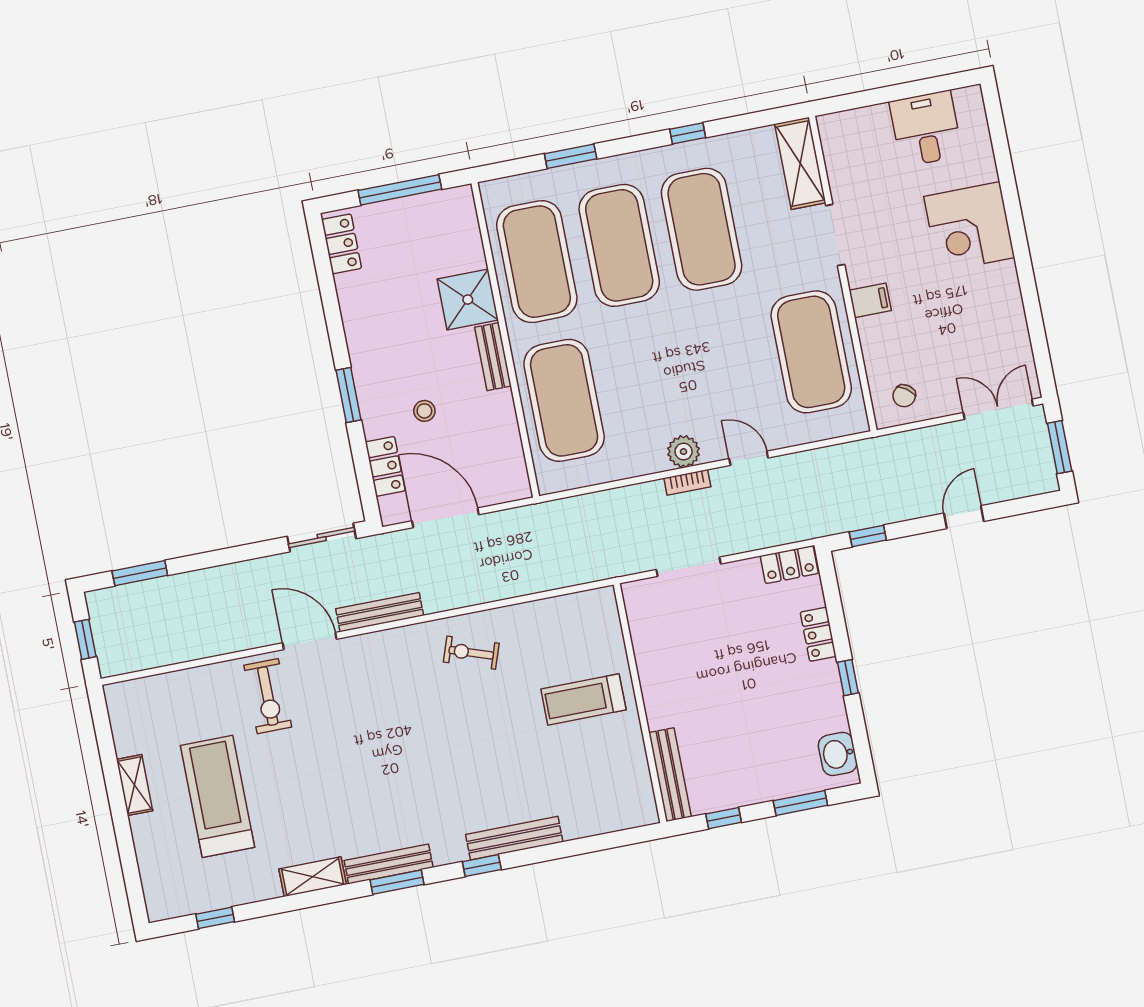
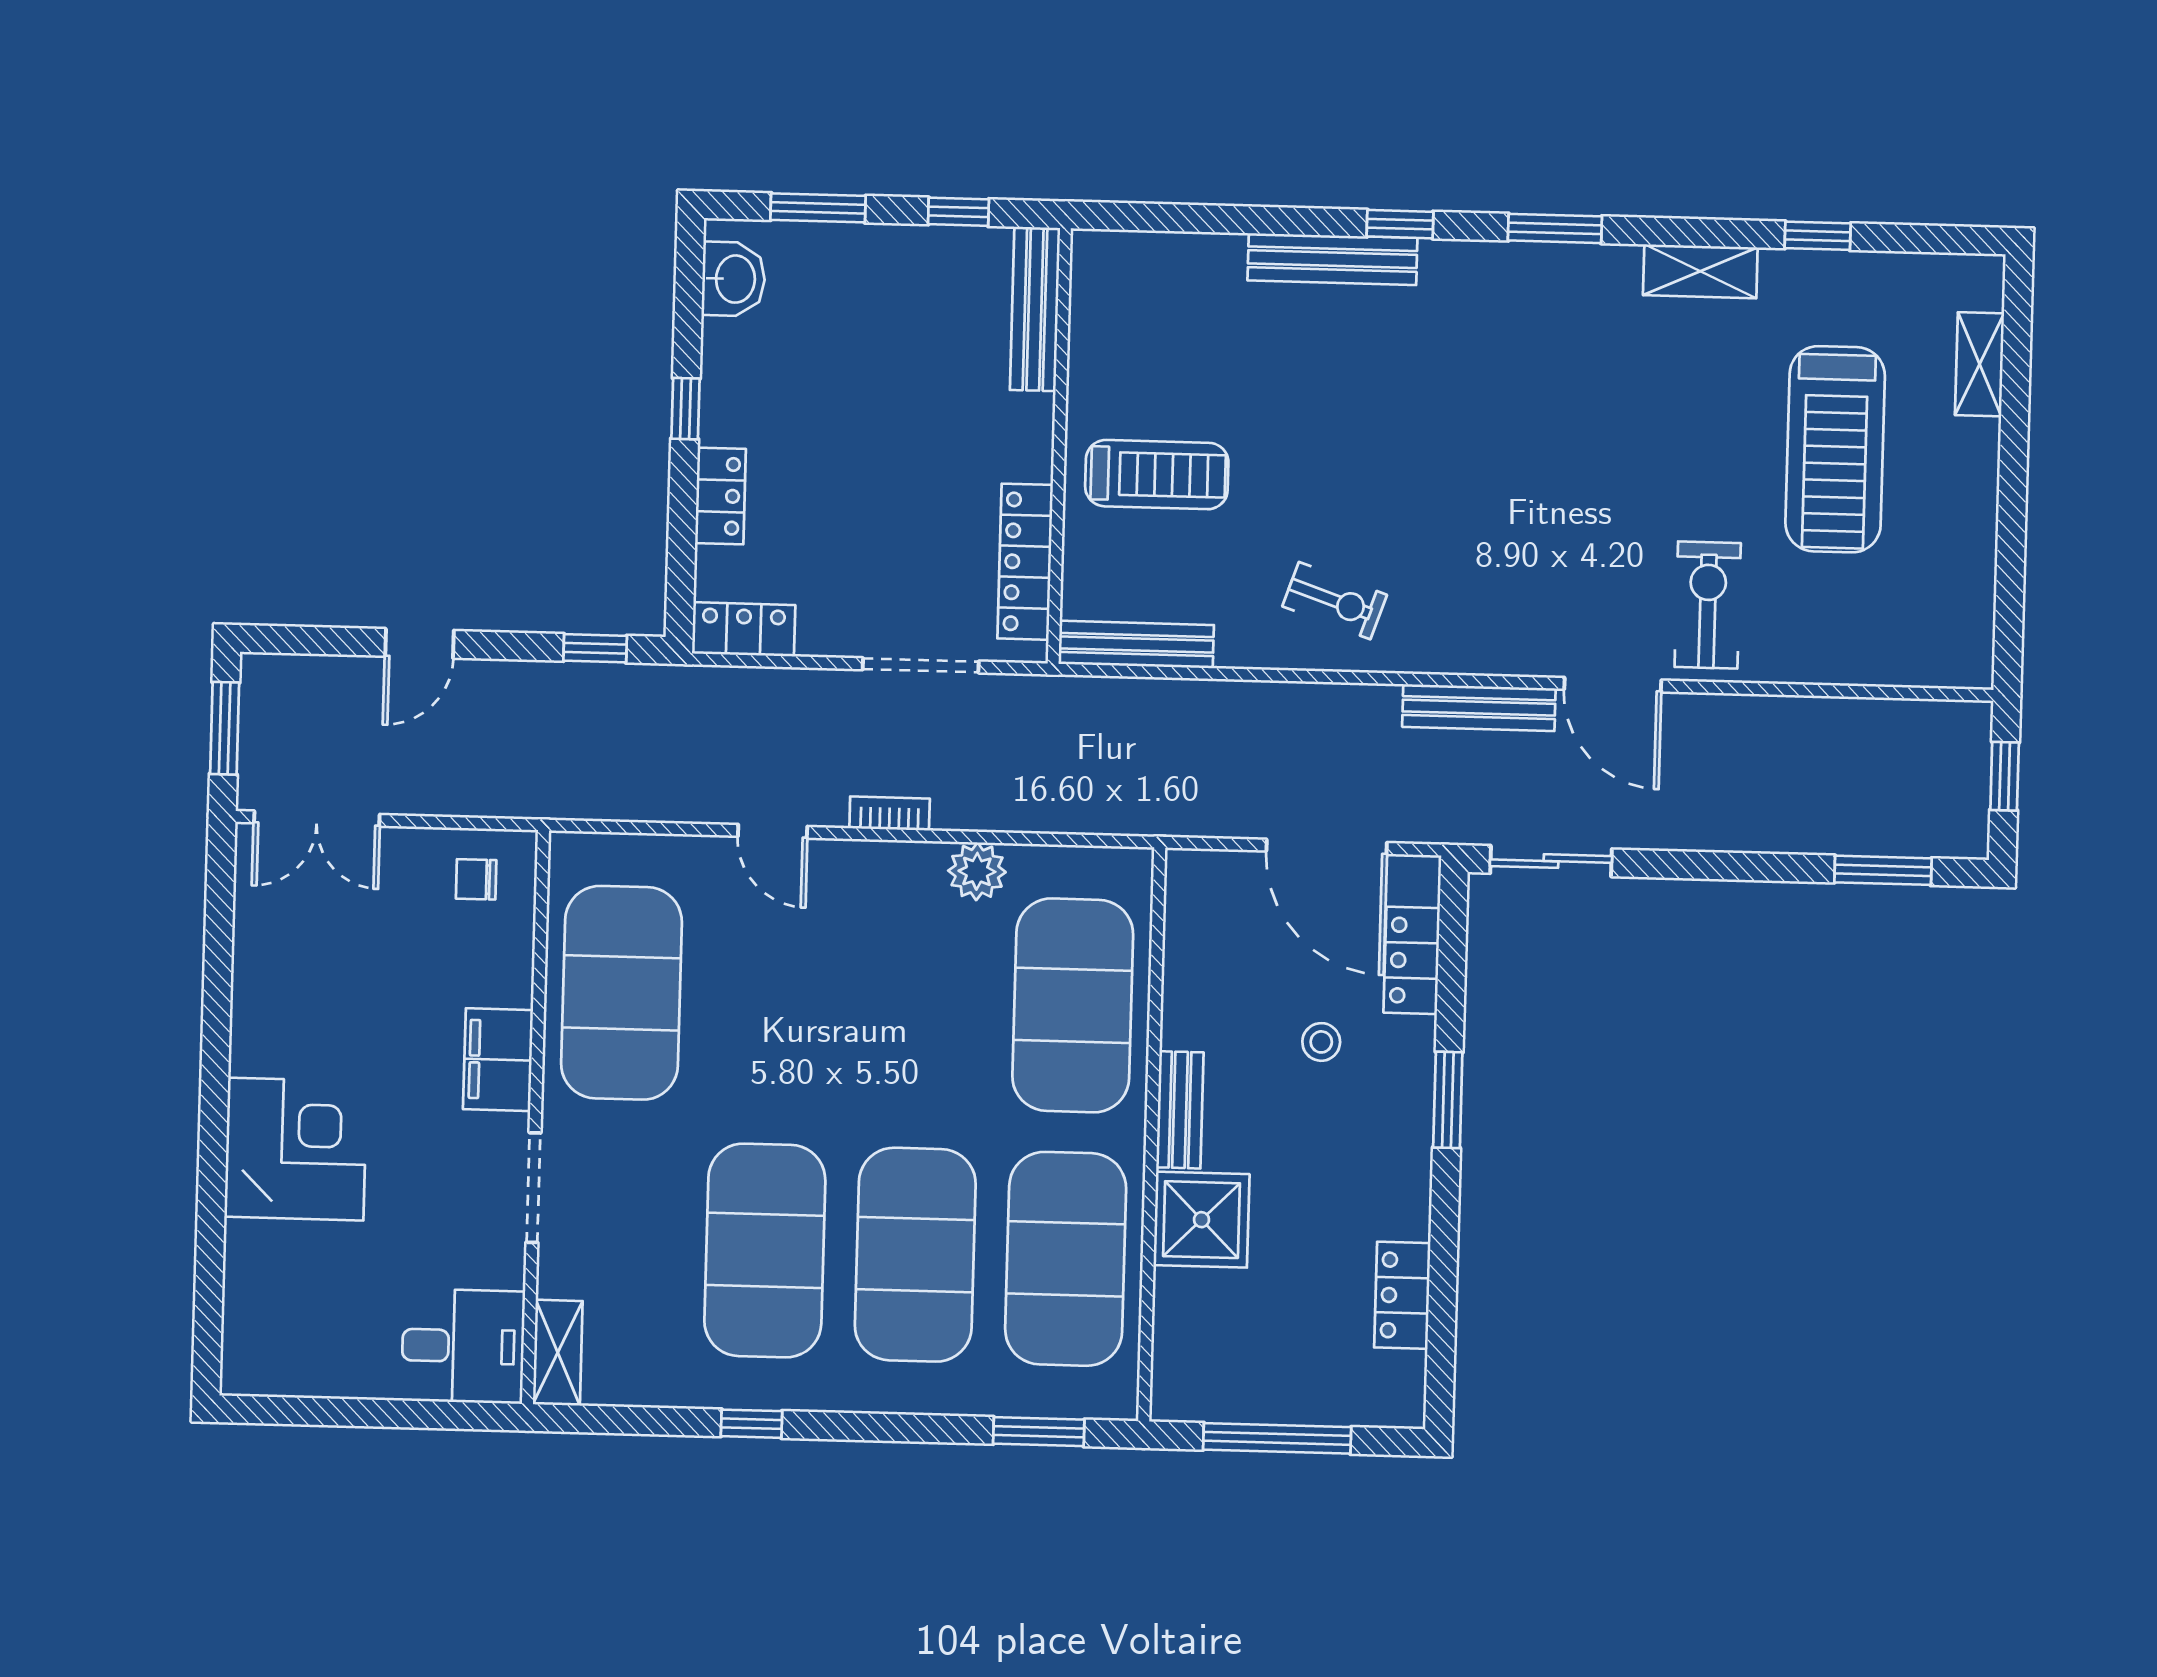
desk: (926, 129) -> (463, 1346), moved, turned -90
window: (571, 156) -> (1039, 1432), moved
shelving: (800, 163) -> (558, 1353), width x0.67, depth x0.75
locker: (342, 244) -> (1402, 1295), moved
filing cabinet: (870, 300) -> (498, 1060), width x2.00
chair: (904, 396) -> (476, 879), turned -126
plant: (684, 452) -> (977, 871), moved
locker: (644, 636) -> (1025, 562), added
shelving: (135, 785) -> (1980, 364), moved
bench: (389, 864) -> (1136, 644), moved
window: (215, 918) -> (1818, 236), moved

